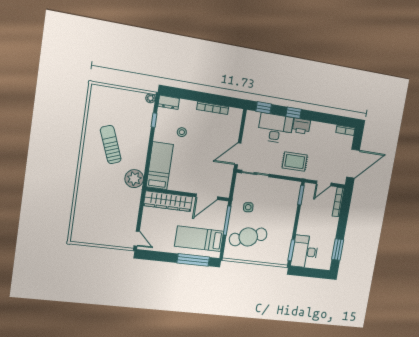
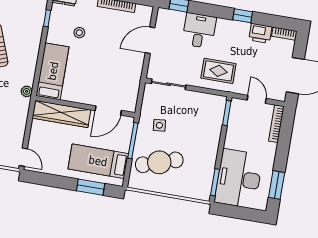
window: (294, 113) -> (243, 16), moved
printer: (301, 126) -> (260, 33), moved
desk: (275, 128) -> (199, 31), width x0.73
door: (238, 154) -> (150, 40), moved
plant: (134, 179) -> (27, 91), width x0.53, depth x0.53
door: (324, 183) -> (257, 99), swing flipped
desk: (305, 252) -> (239, 179), width x1.36, depth x1.30
window: (193, 260) -> (91, 187), width x0.69

